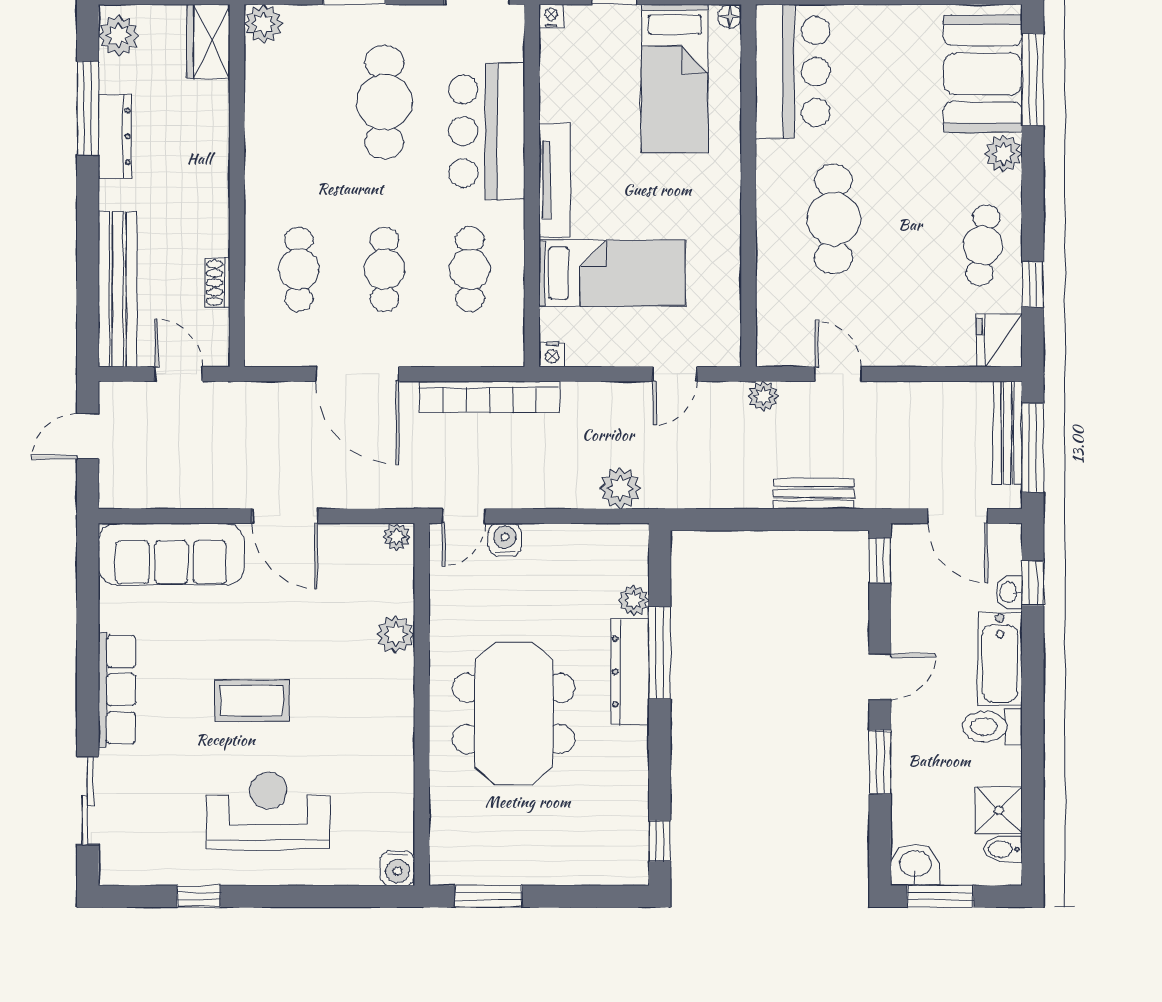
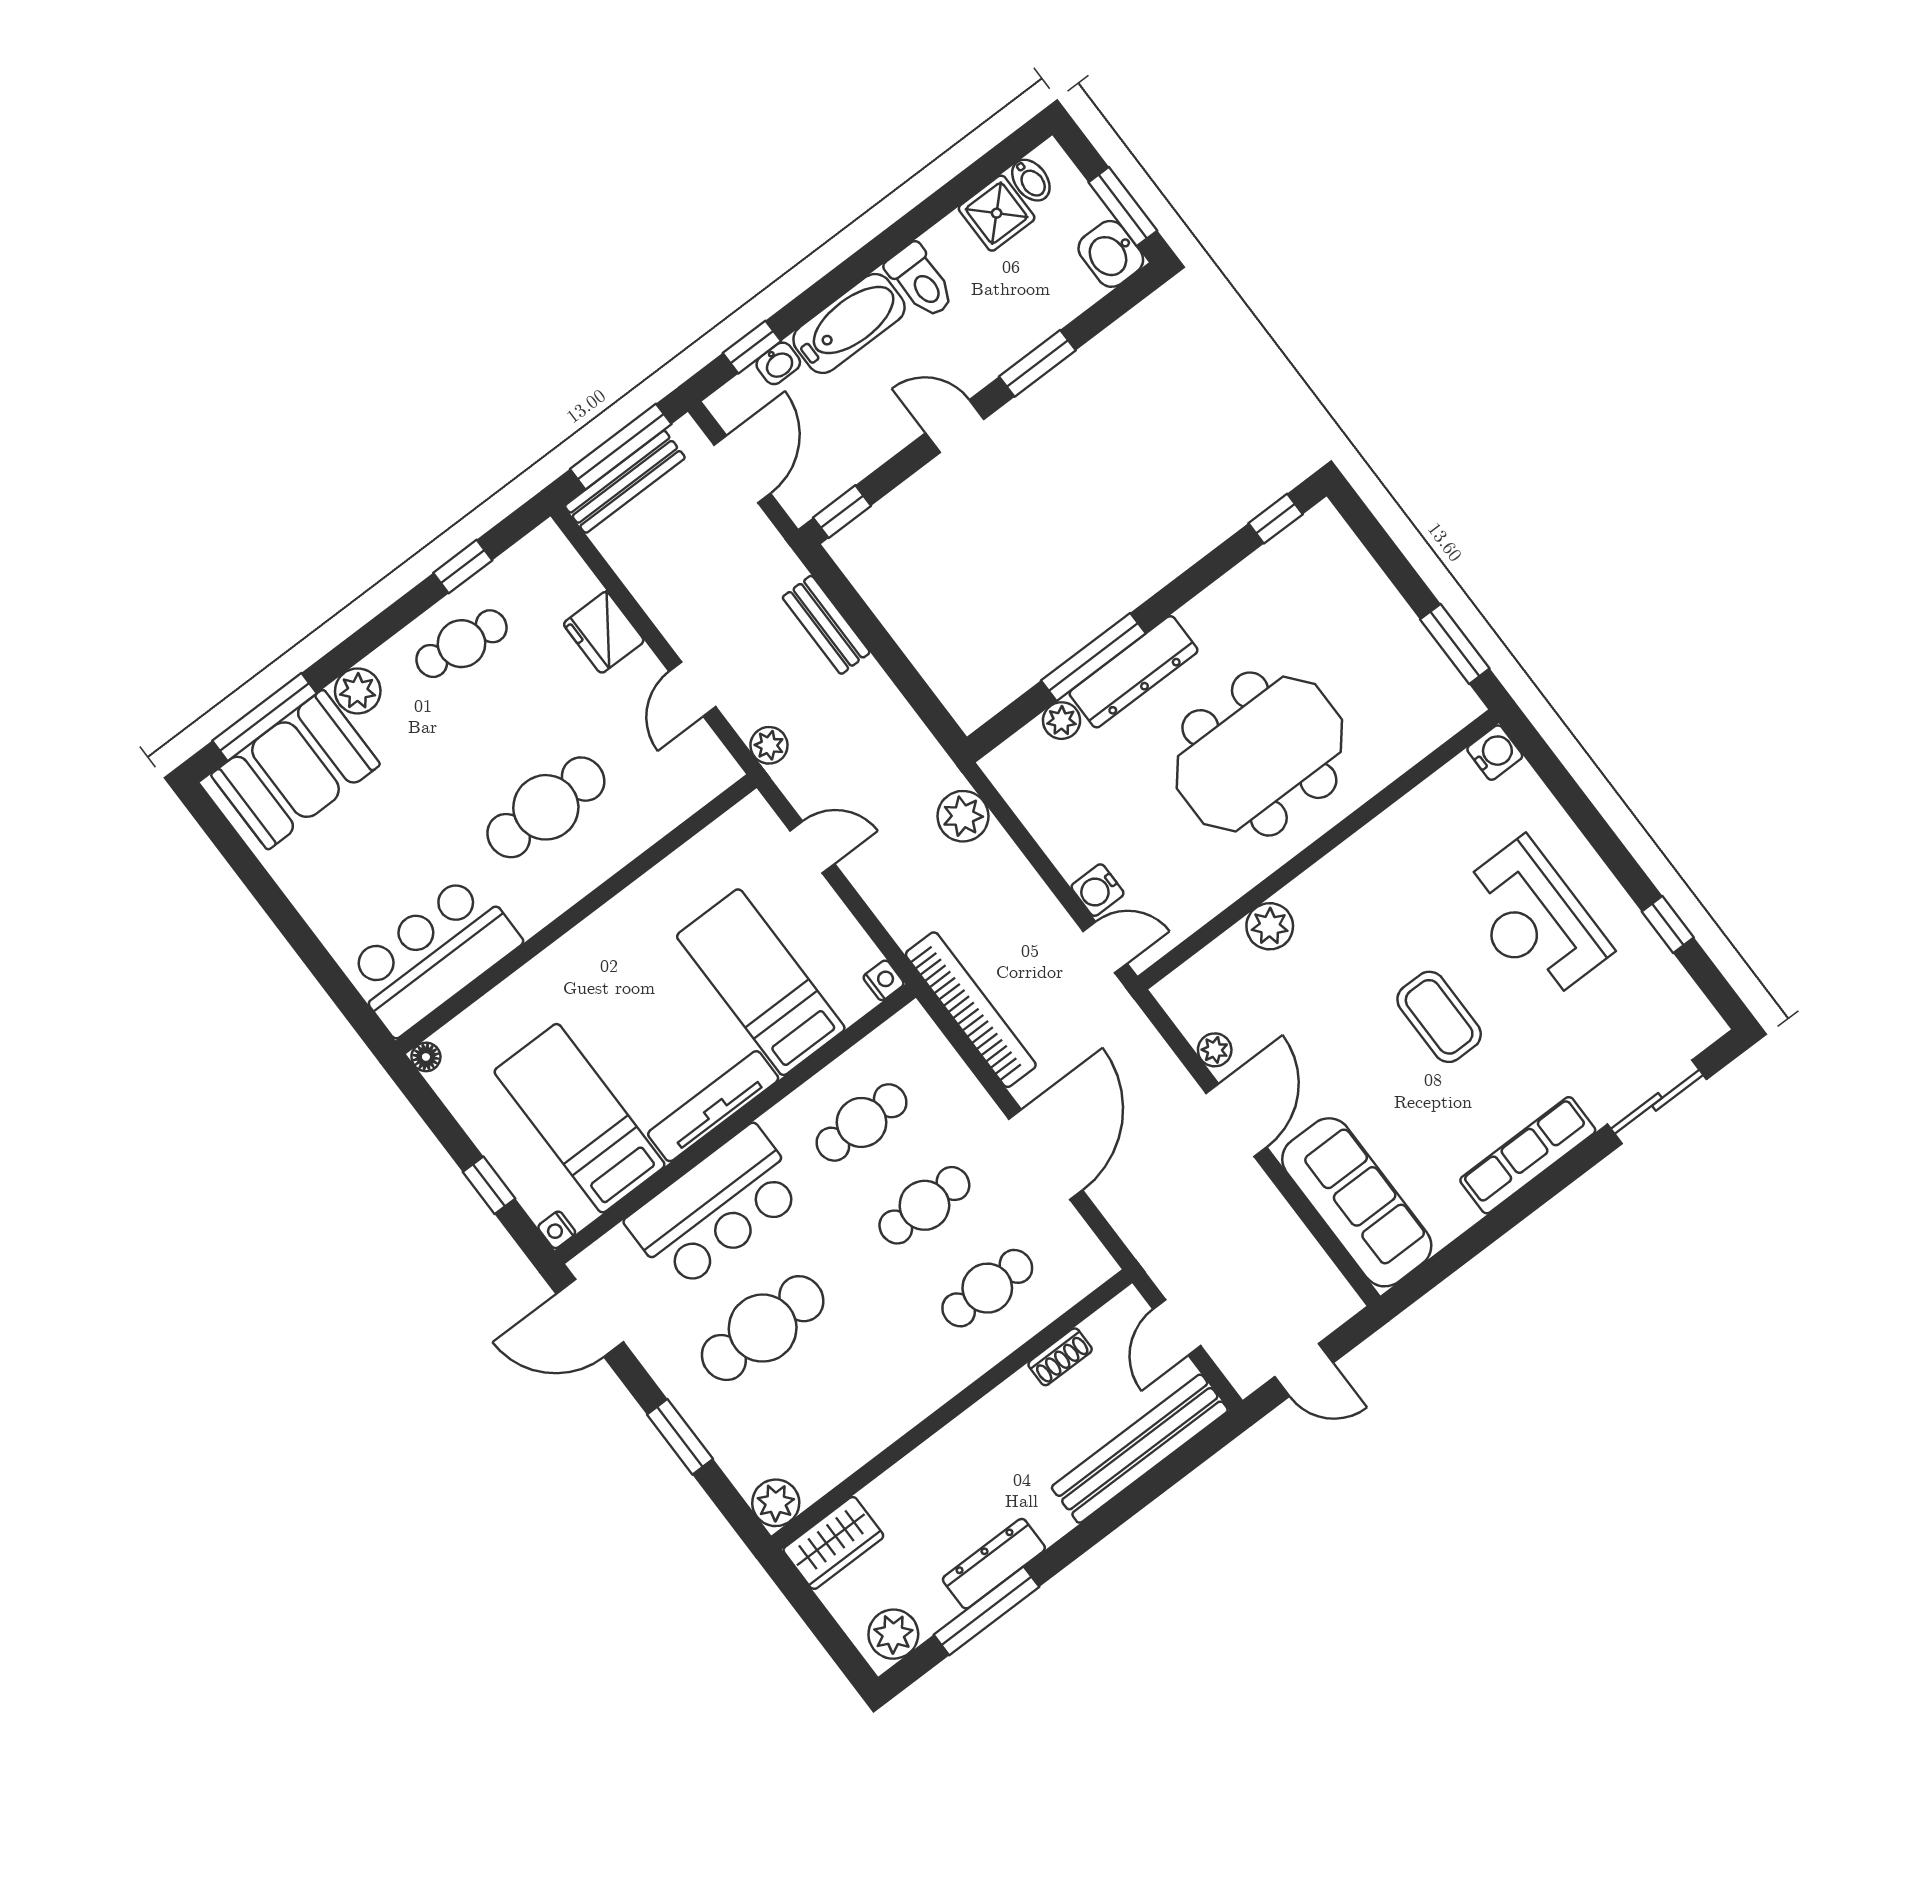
bed: (675, 79) -> (580, 1118), moved, turned -90
fridge: (999, 340) -> (604, 632), moved, turned 90
plant: (396, 537) -> (1215, 1050), moved

